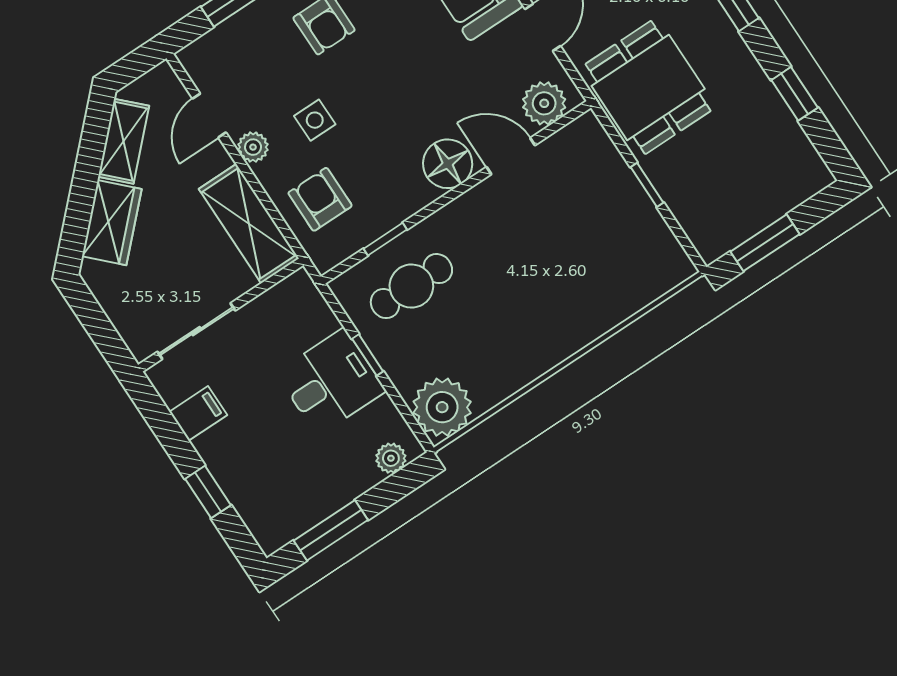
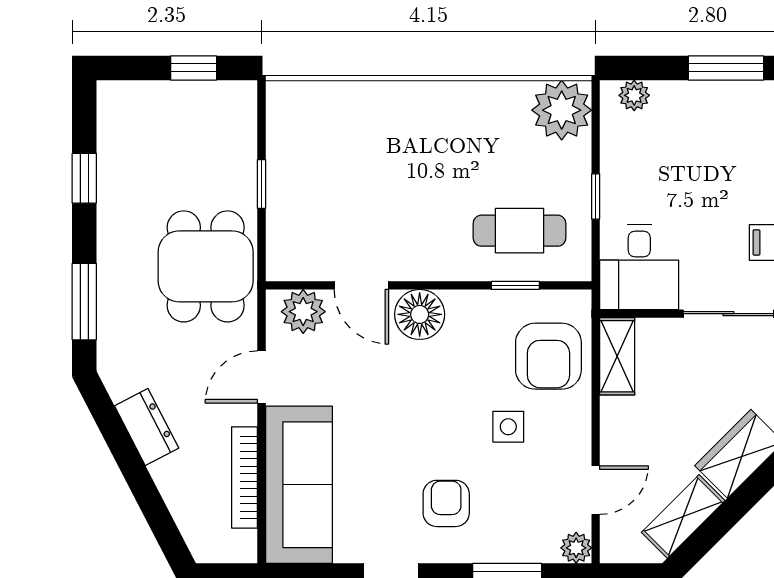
plant: (253, 147) -> (576, 548), moved
armchair: (320, 199) -> (548, 356), width x1.38, depth x1.38
shelving: (249, 224) -> (617, 356), width x0.67, depth x0.75
window: (765, 243) -> (194, 68), width x0.67
desk: (331, 382) -> (639, 267), moved, turned -90

